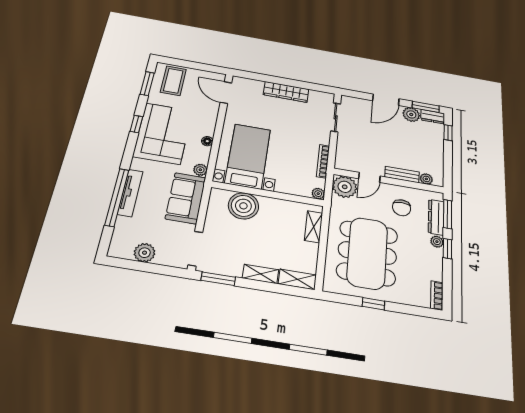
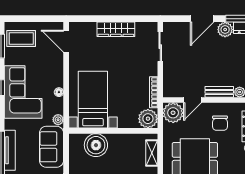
coffee table: (173, 81) -> (21, 39), turned 90
plant: (318, 194) -> (148, 119), width x1.87, depth x1.87

